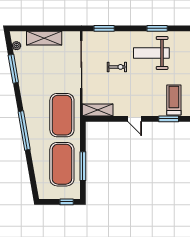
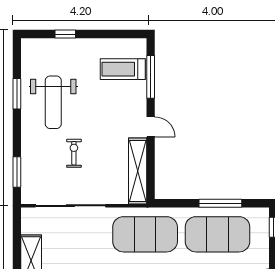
shelving: (98, 110) -> (138, 171), width x1.47
door: (135, 119) -> (151, 127), hinge flipped
window: (169, 119) -> (151, 77), width x1.44

